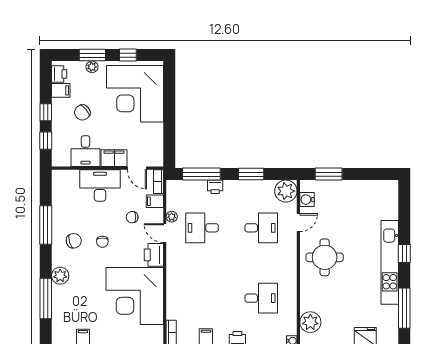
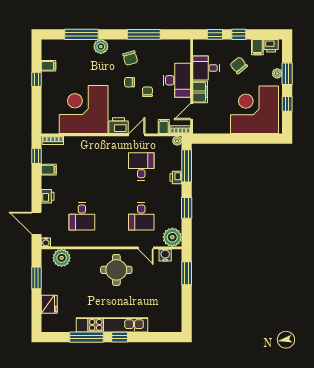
chair: (132, 217) -> (147, 92), moved
plant: (172, 217) -> (177, 141), moved
window: (404, 308) -> (86, 337), moved

